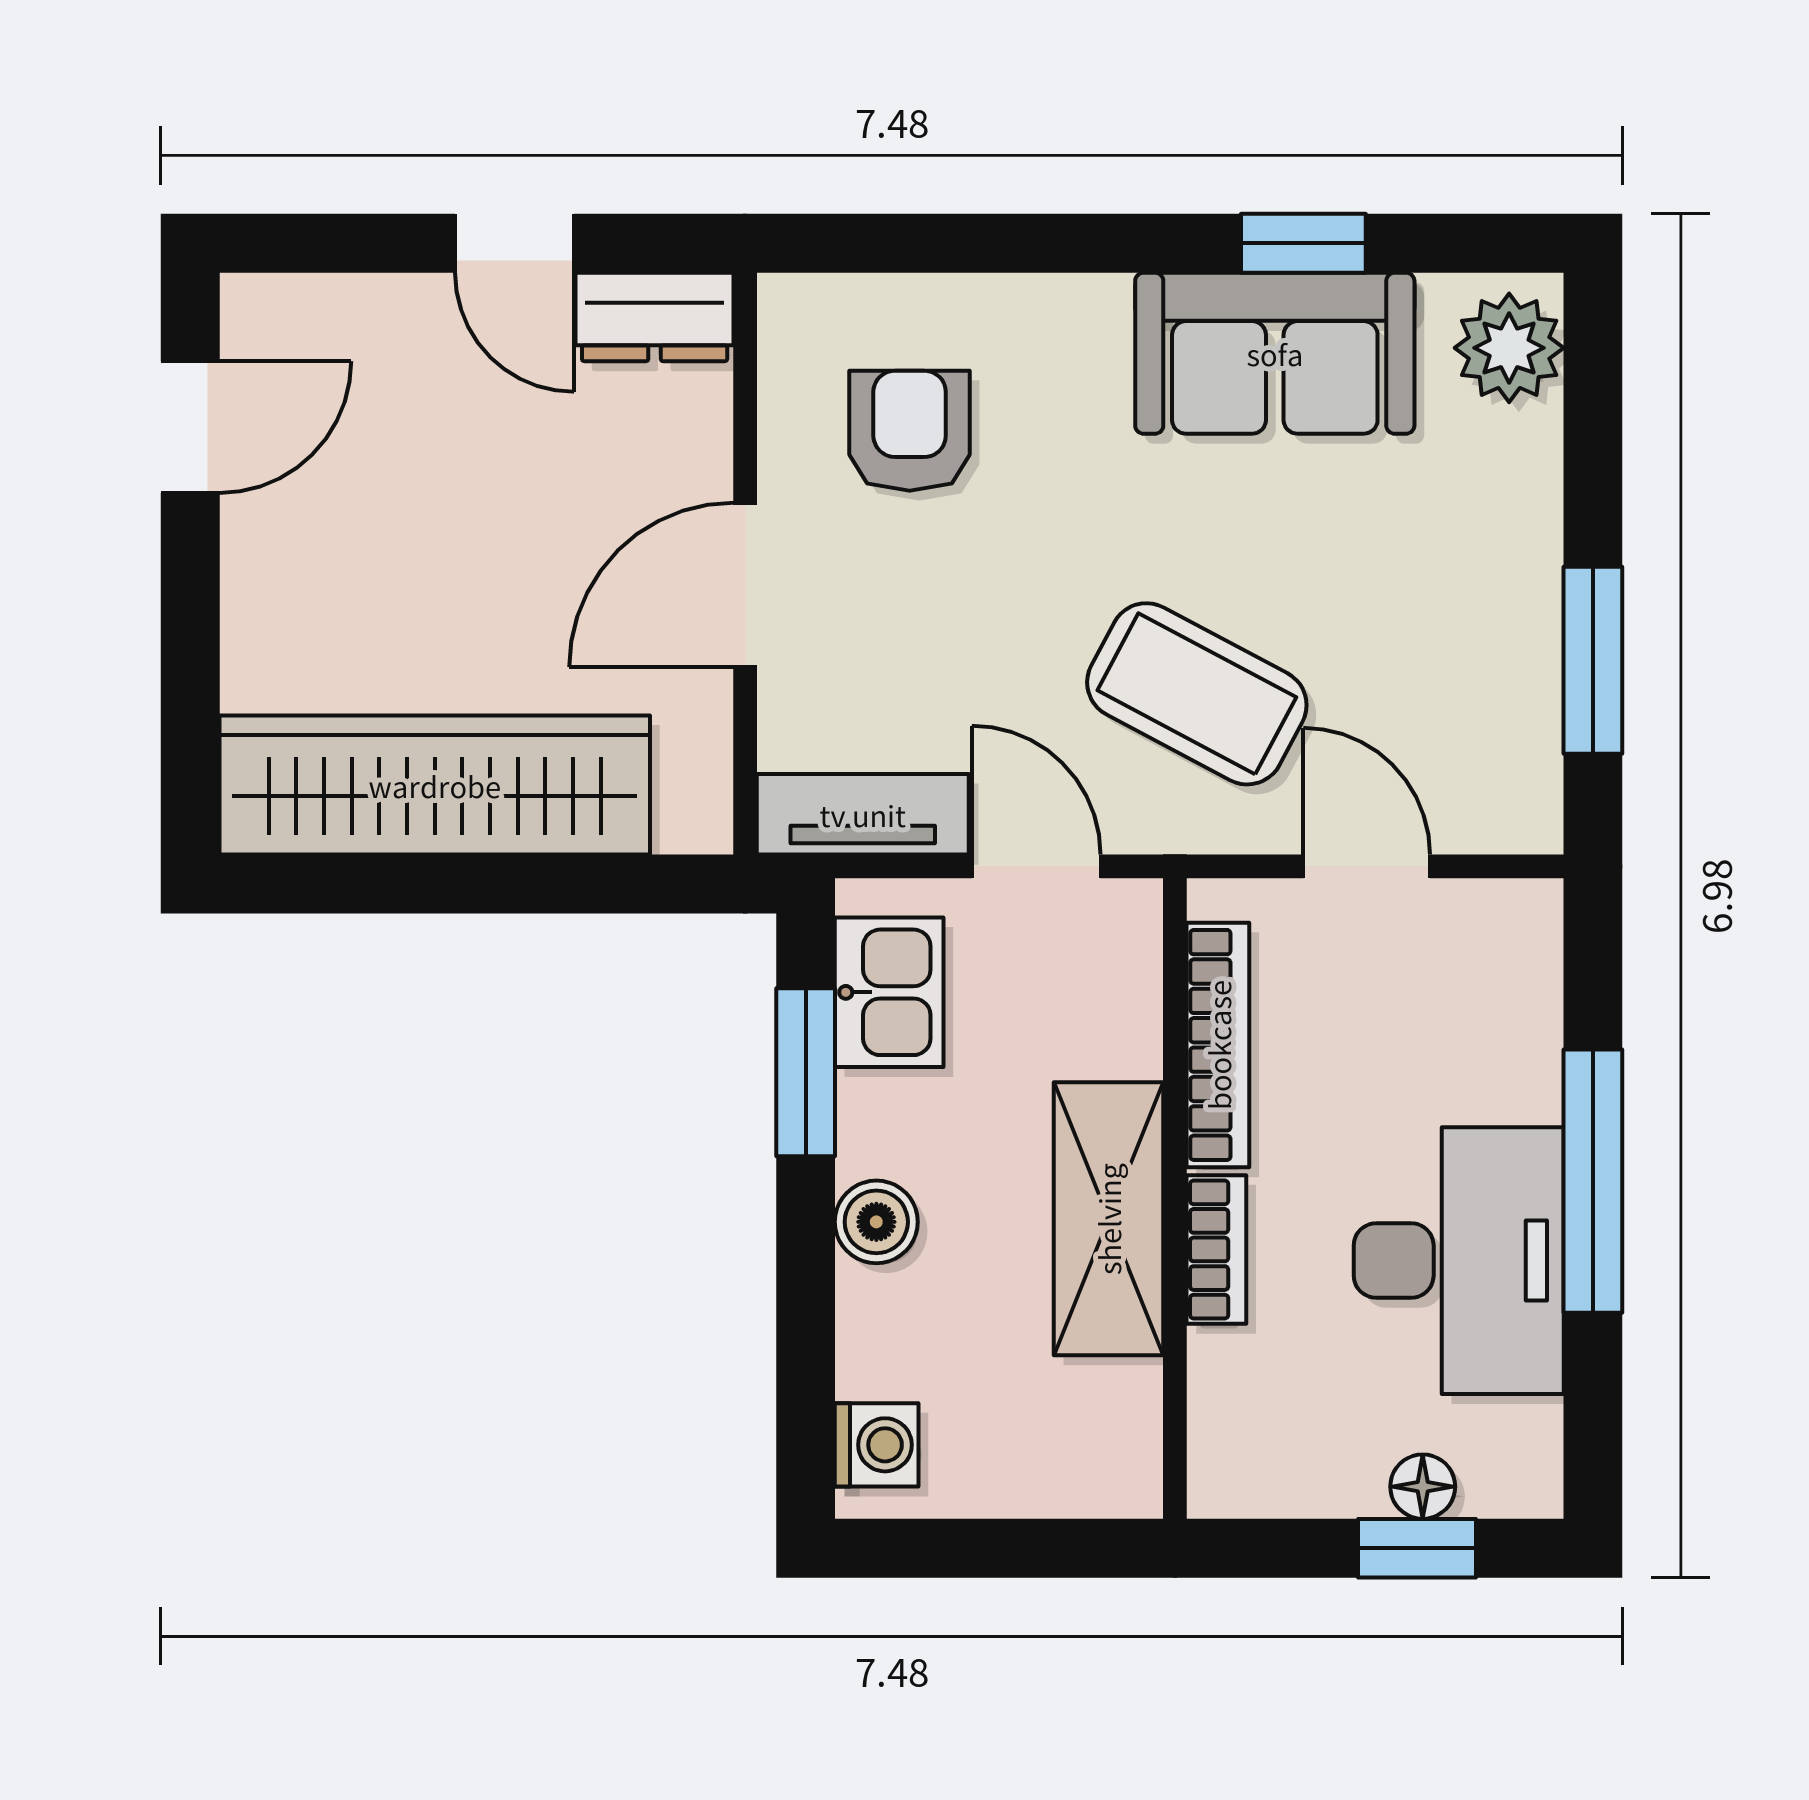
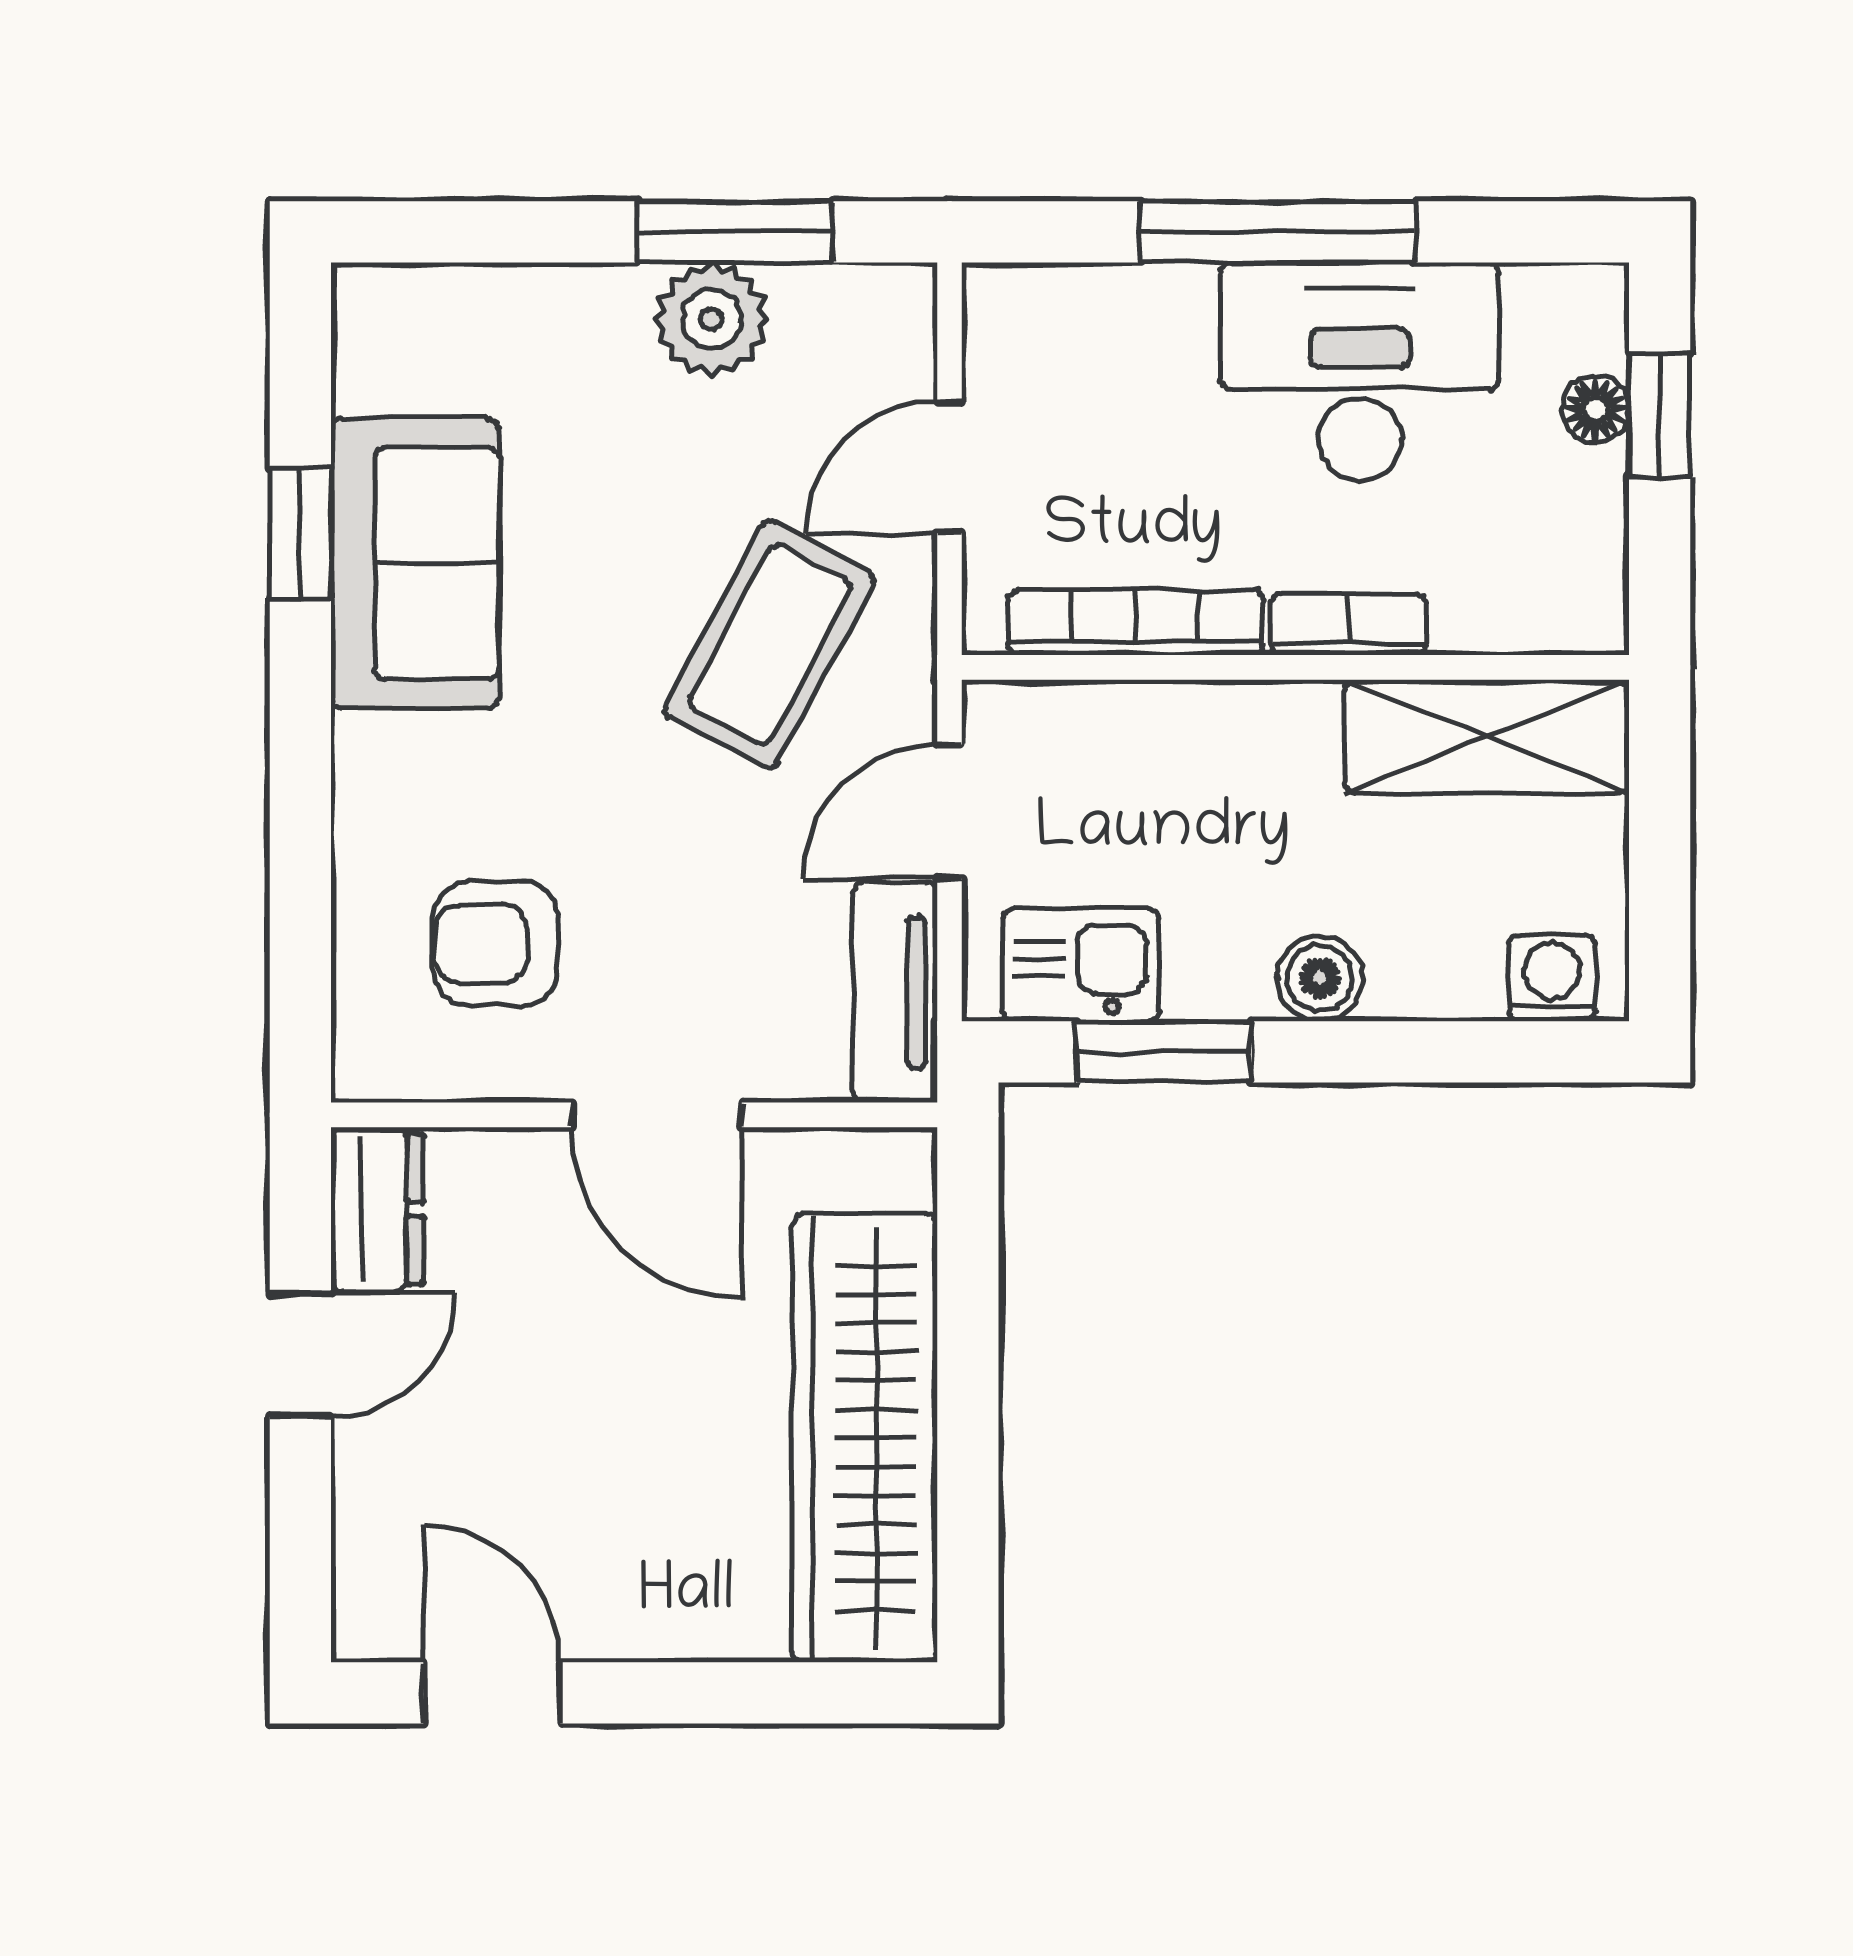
plant: (1509, 348) -> (712, 319), moved
shelving: (1108, 1219) -> (1487, 736), moved

